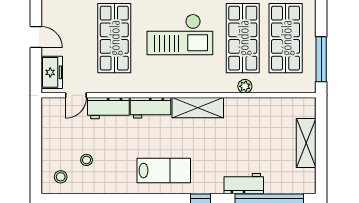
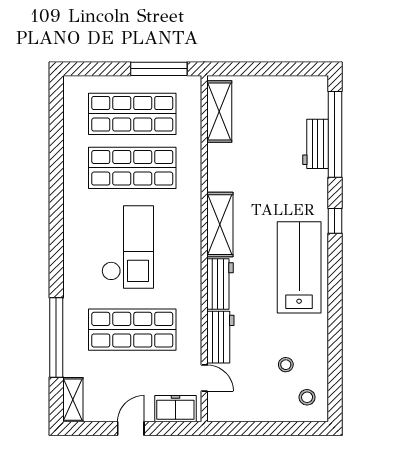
plant: (245, 86) -> (193, 165), removed
shelving: (306, 143) -> (219, 111), moved, turned 90
lab bench: (164, 170) -> (299, 267), width x1.36, depth x1.39
workbench: (244, 184) -> (316, 144), moved

